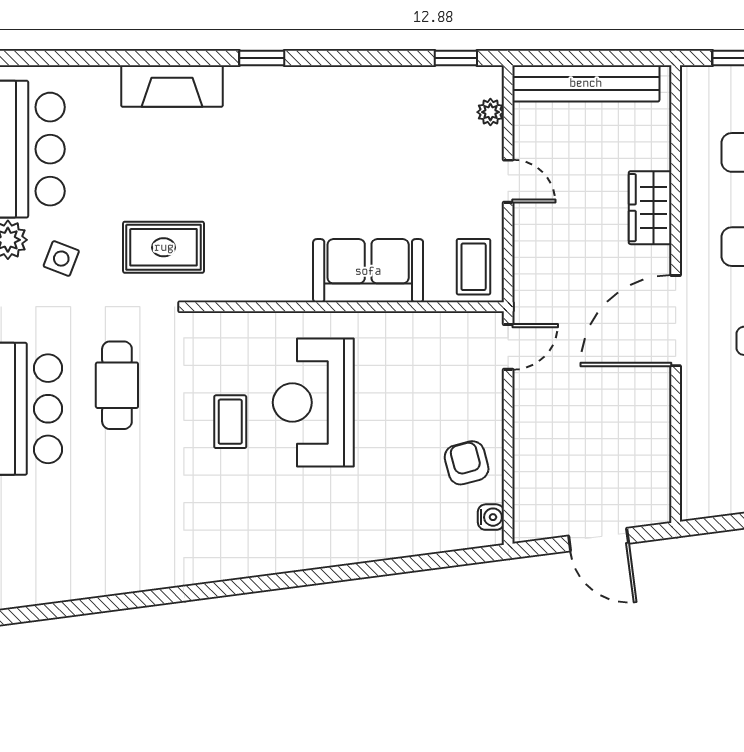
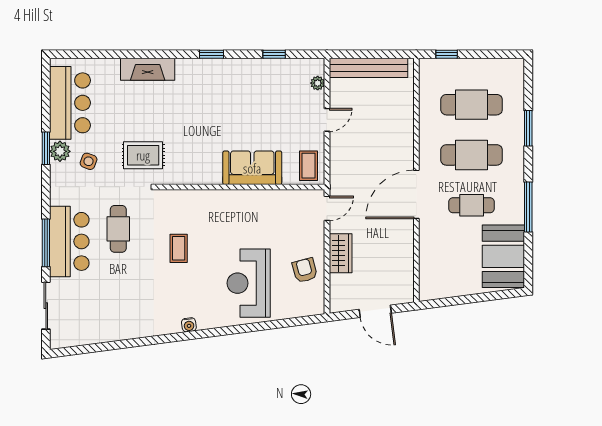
window: (262, 58) -> (211, 54), moved
window: (456, 58) -> (274, 54), moved
door: (508, 181) -> (327, 120), hinge flipped
wardrobe: (650, 208) -> (341, 253), moved, turned 180
reception desk: (313, 402) -> (249, 283), moved
water cooler: (491, 517) -> (189, 325), moved, turned 83

